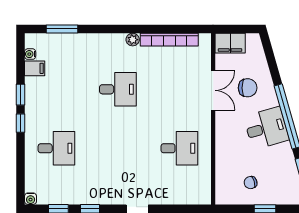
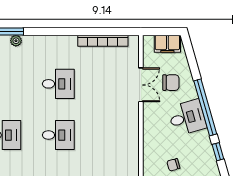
plant: (133, 40) -> (16, 41), moved
filing cabinet: (230, 43) -> (167, 44), moved
desk: (179, 148) -> (58, 135), moved

